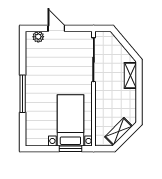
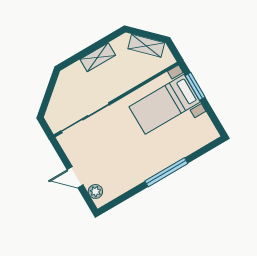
door: (56, 28) -> (75, 177), hinge flipped
shelving: (130, 75) -> (98, 57), moved

